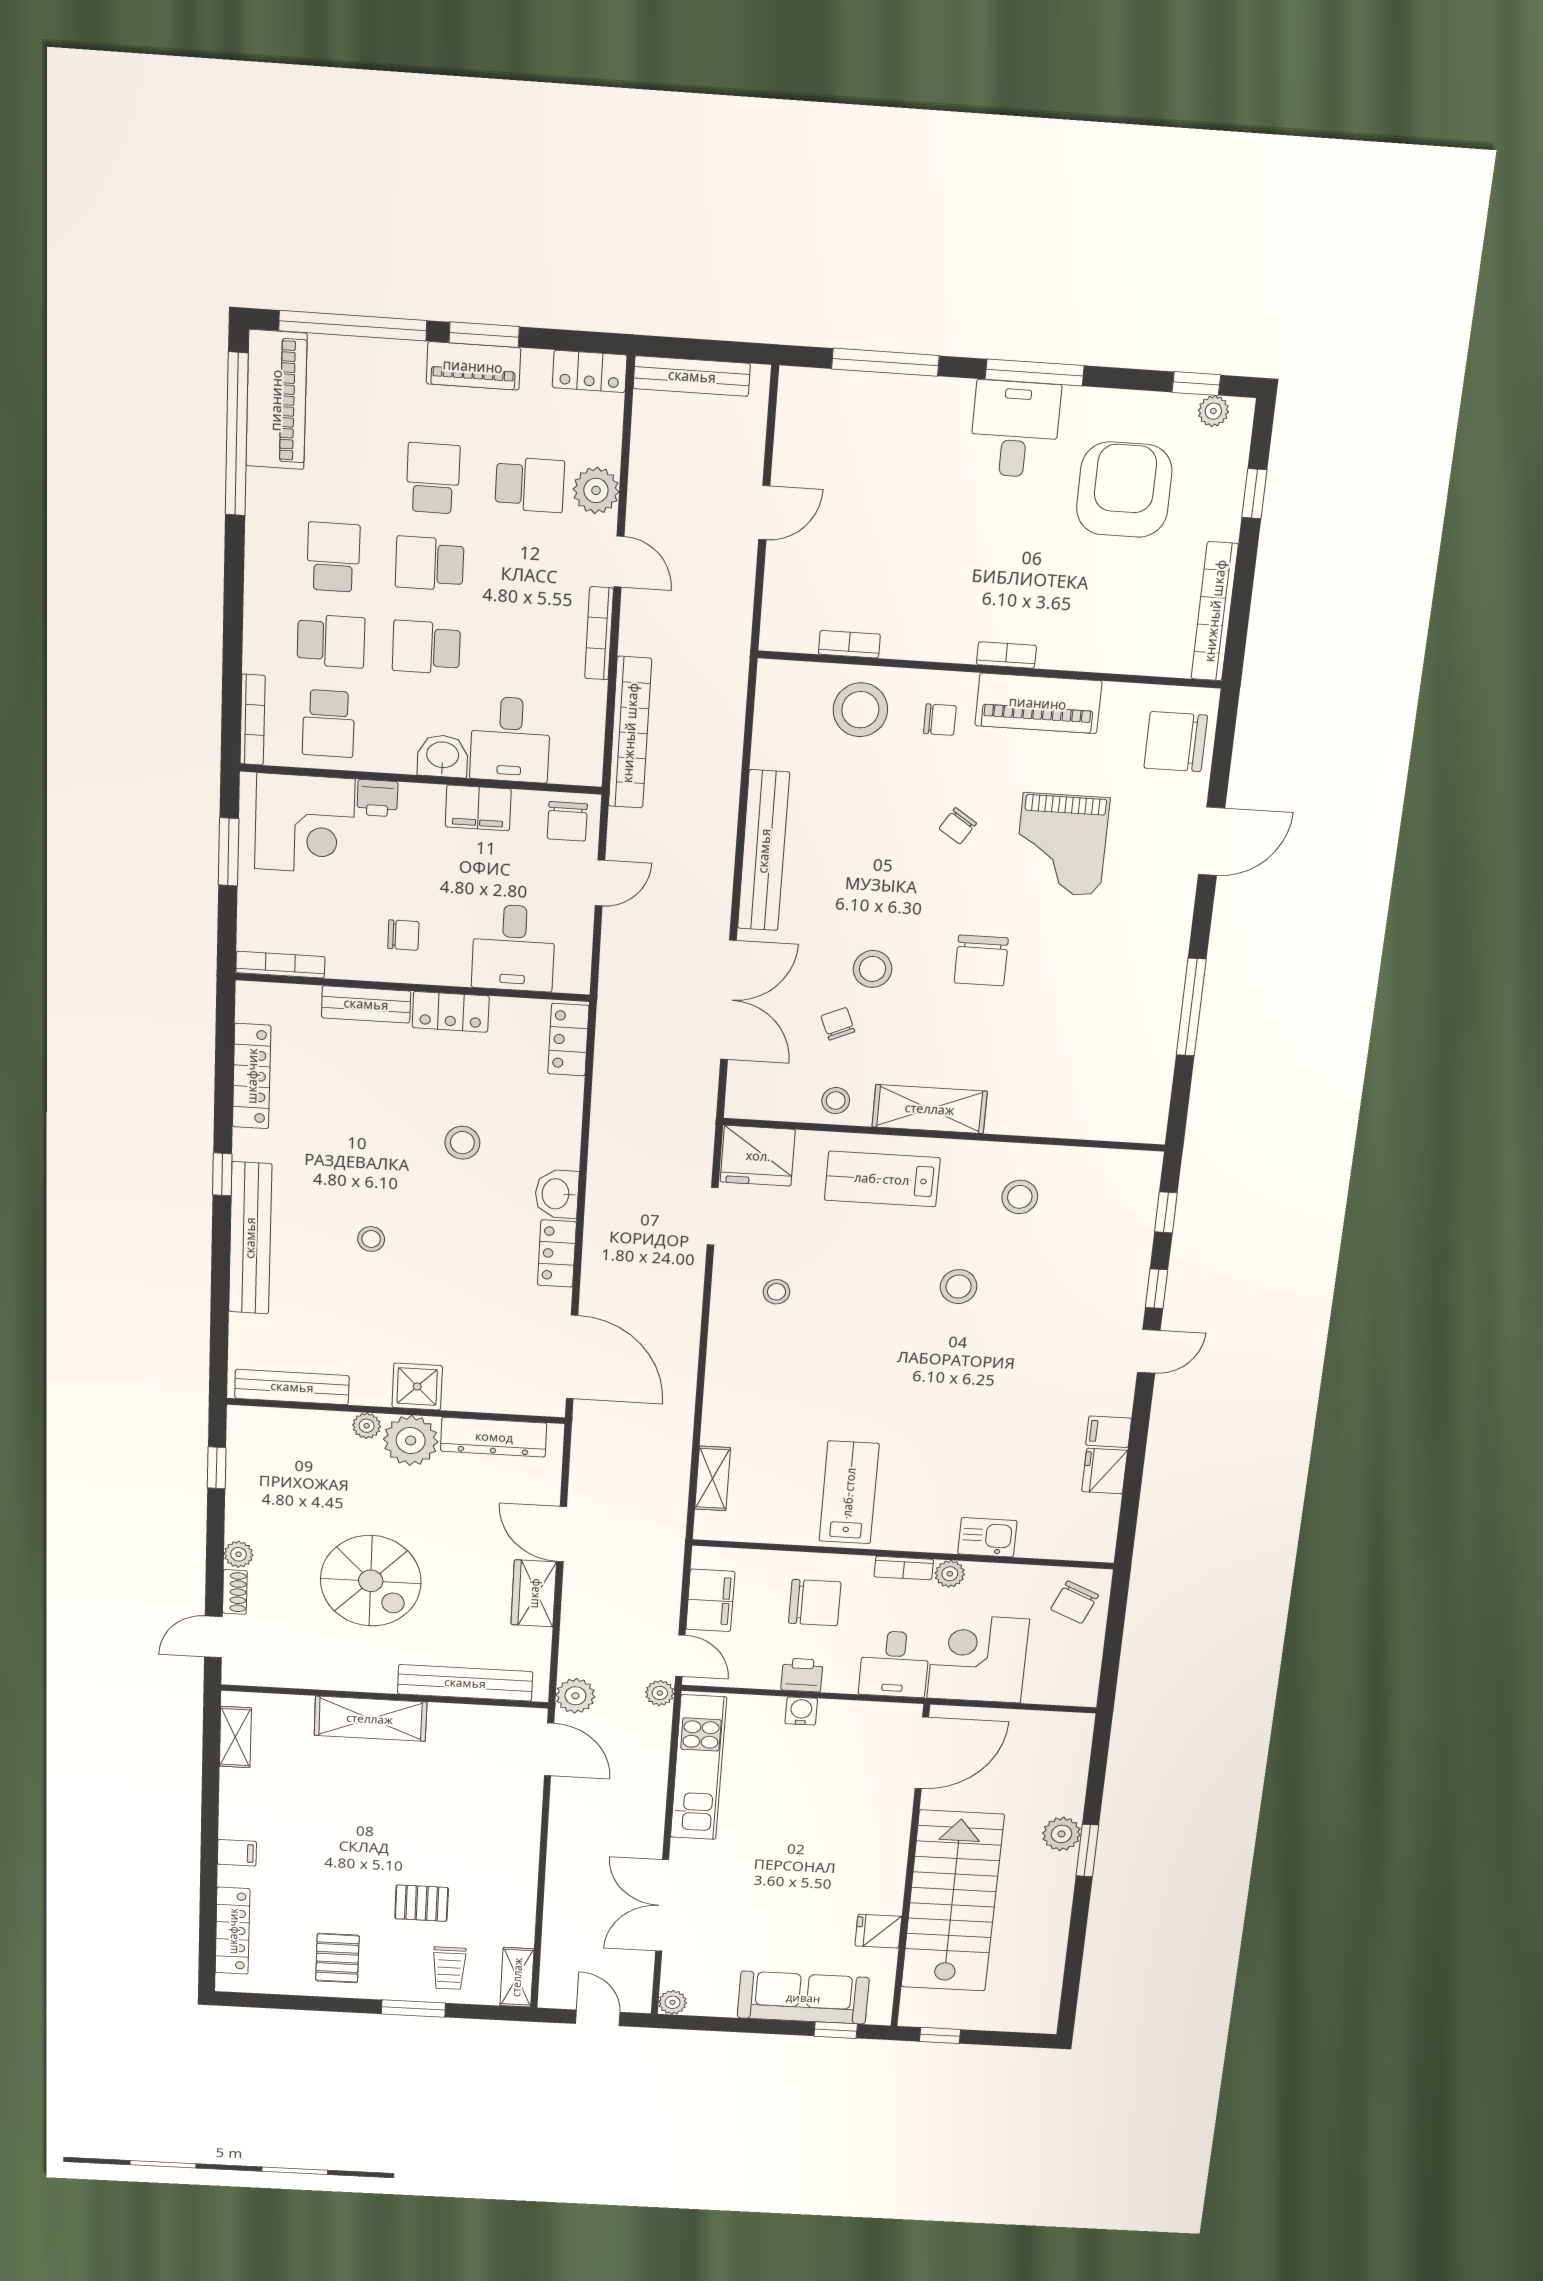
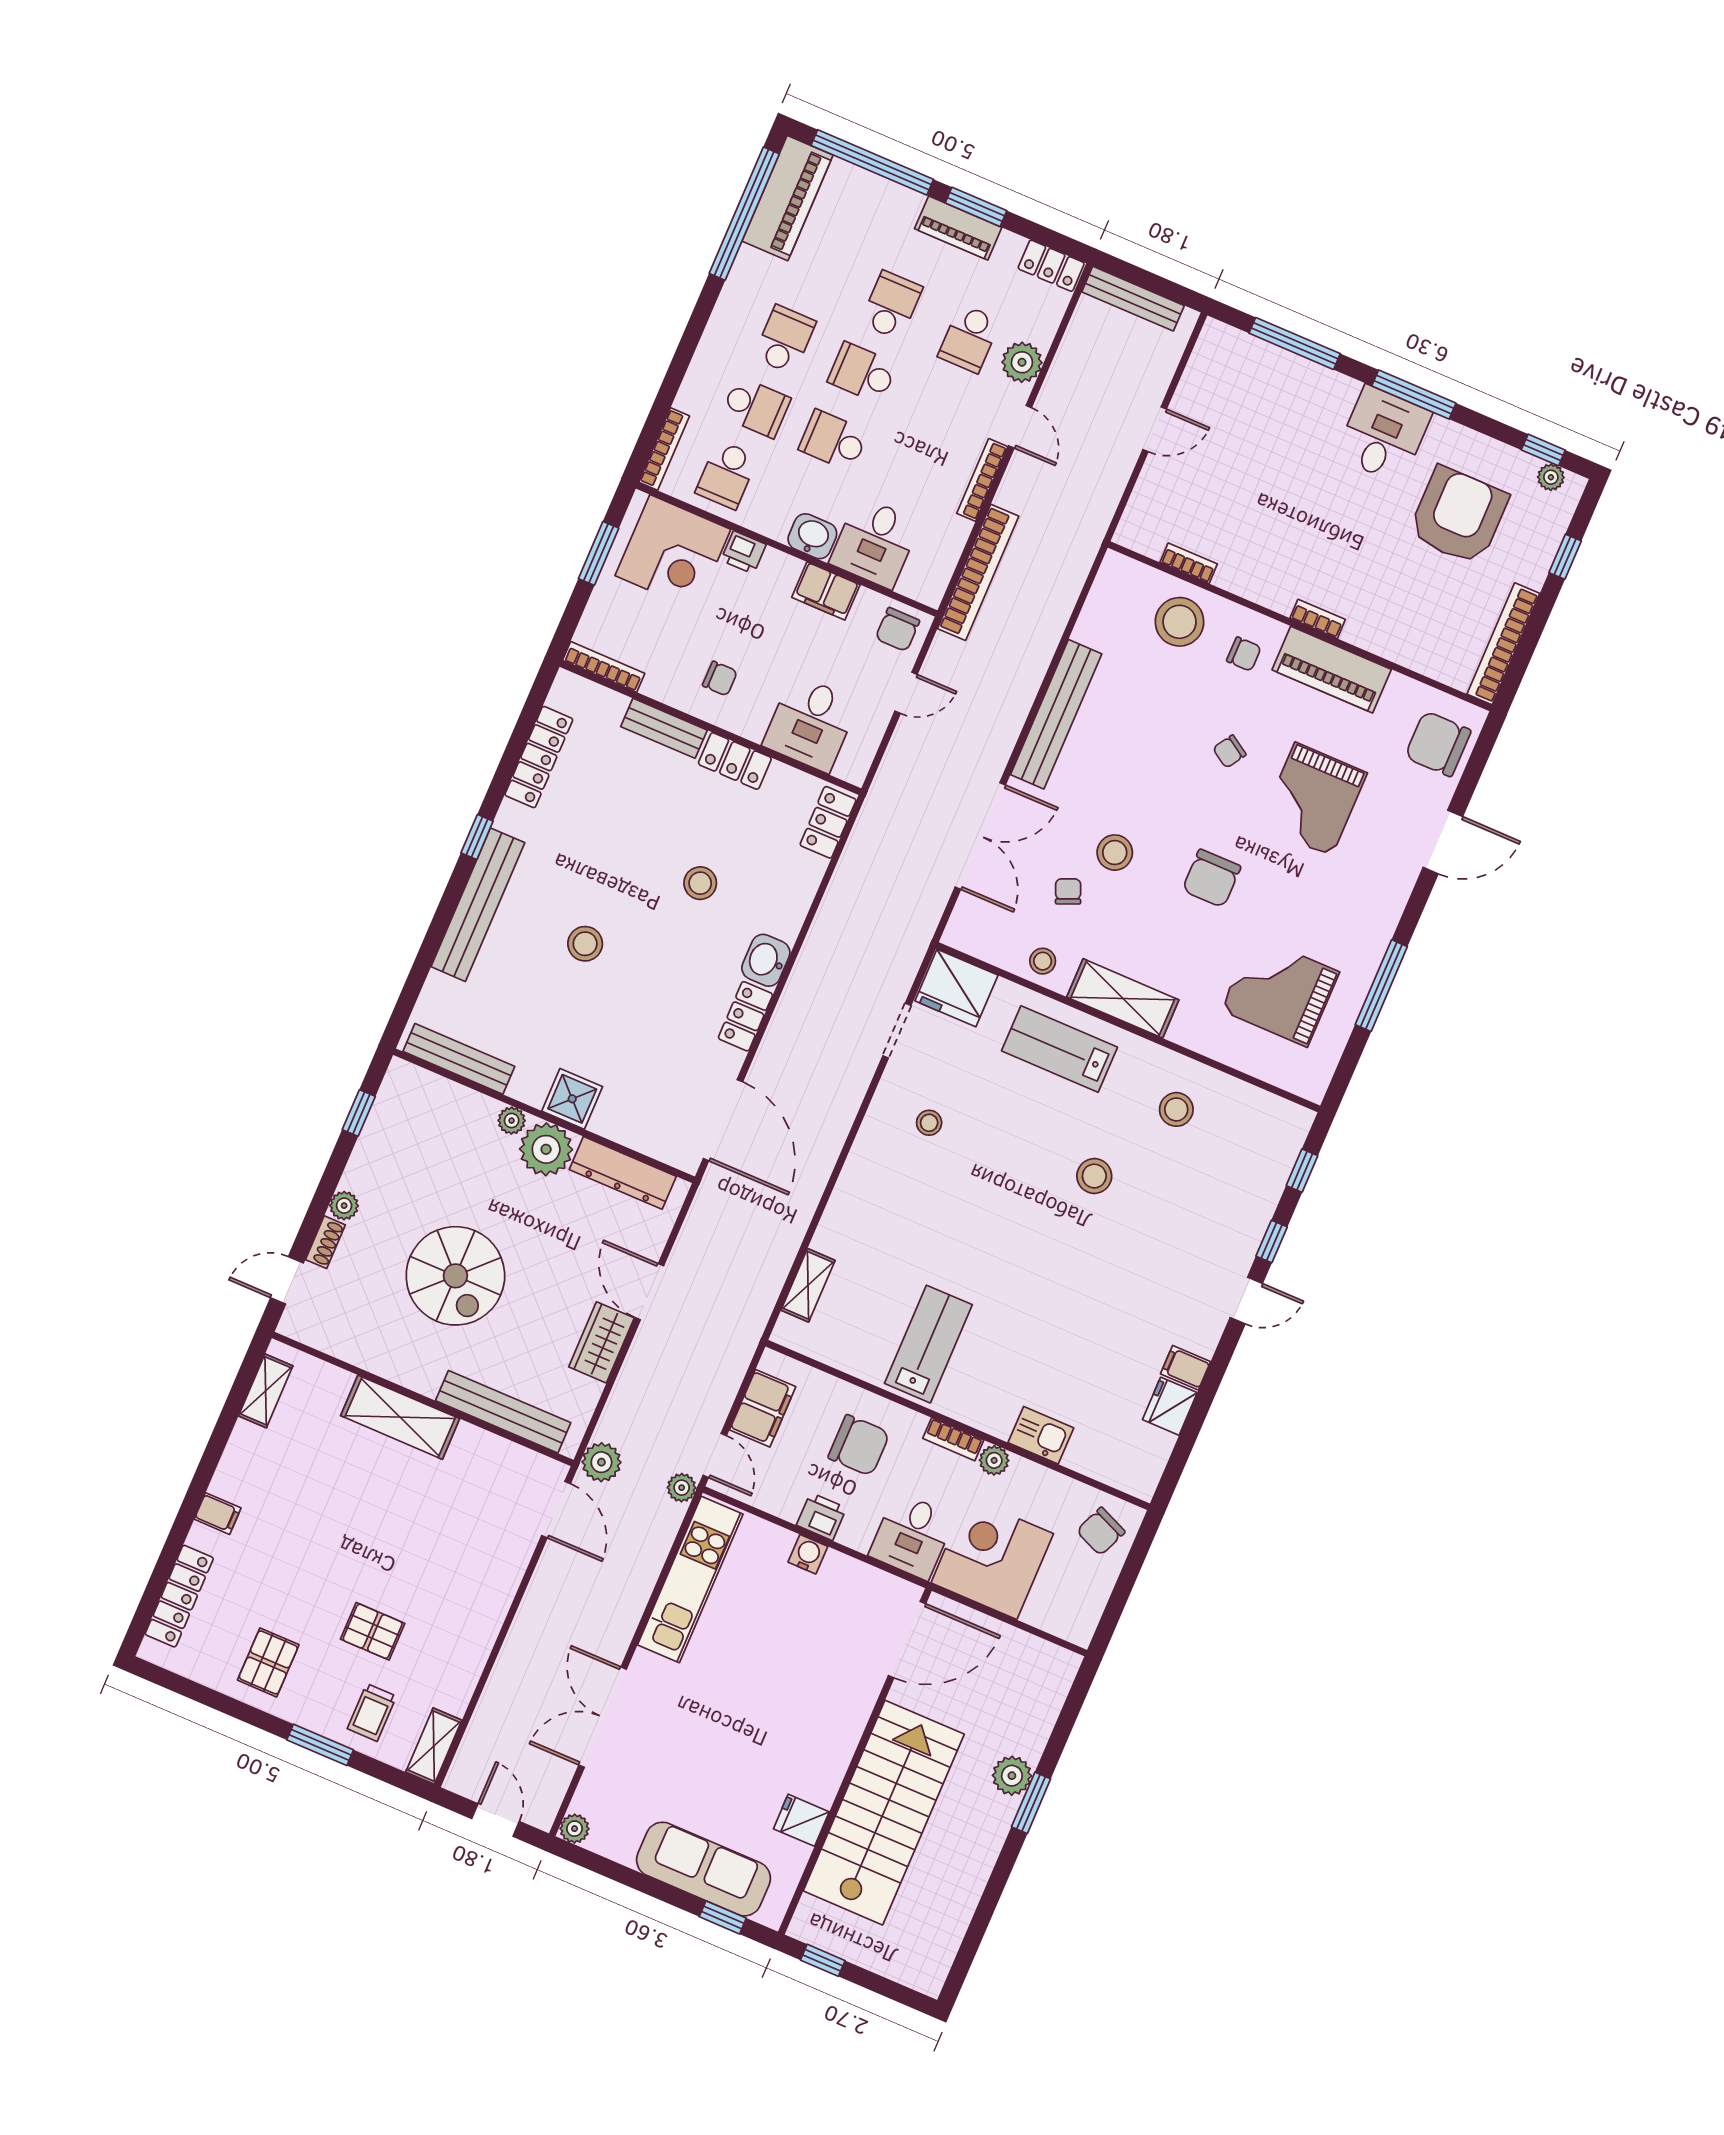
school desk: (530, 485) -> (969, 338), turned 90
grand piano: (1088, 1048) -> (1280, 991), added
stool: (371, 1239) -> (585, 944), width x1.37, depth x1.37

